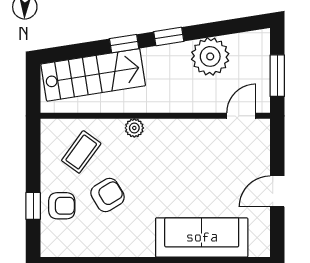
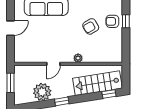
window: (124, 44) -> (109, 94), moved
door: (241, 116) -> (53, 64), moved
coffee table: (81, 152) -> (103, 47), removed

